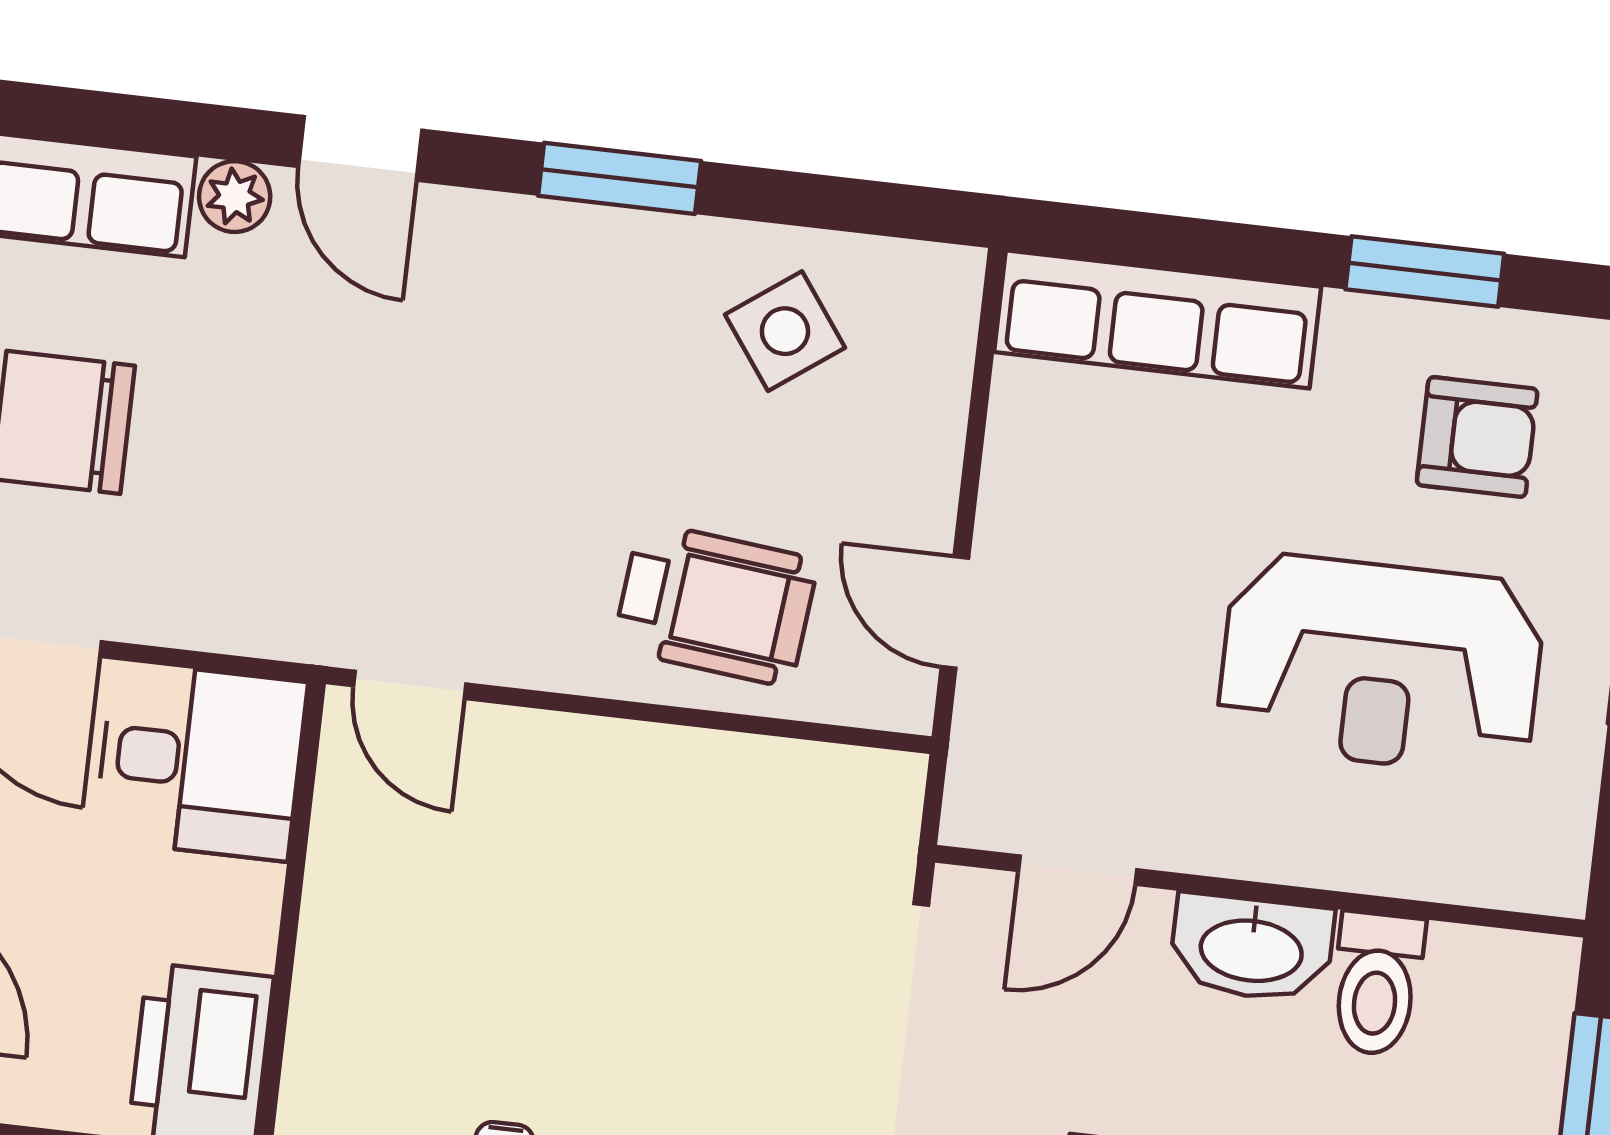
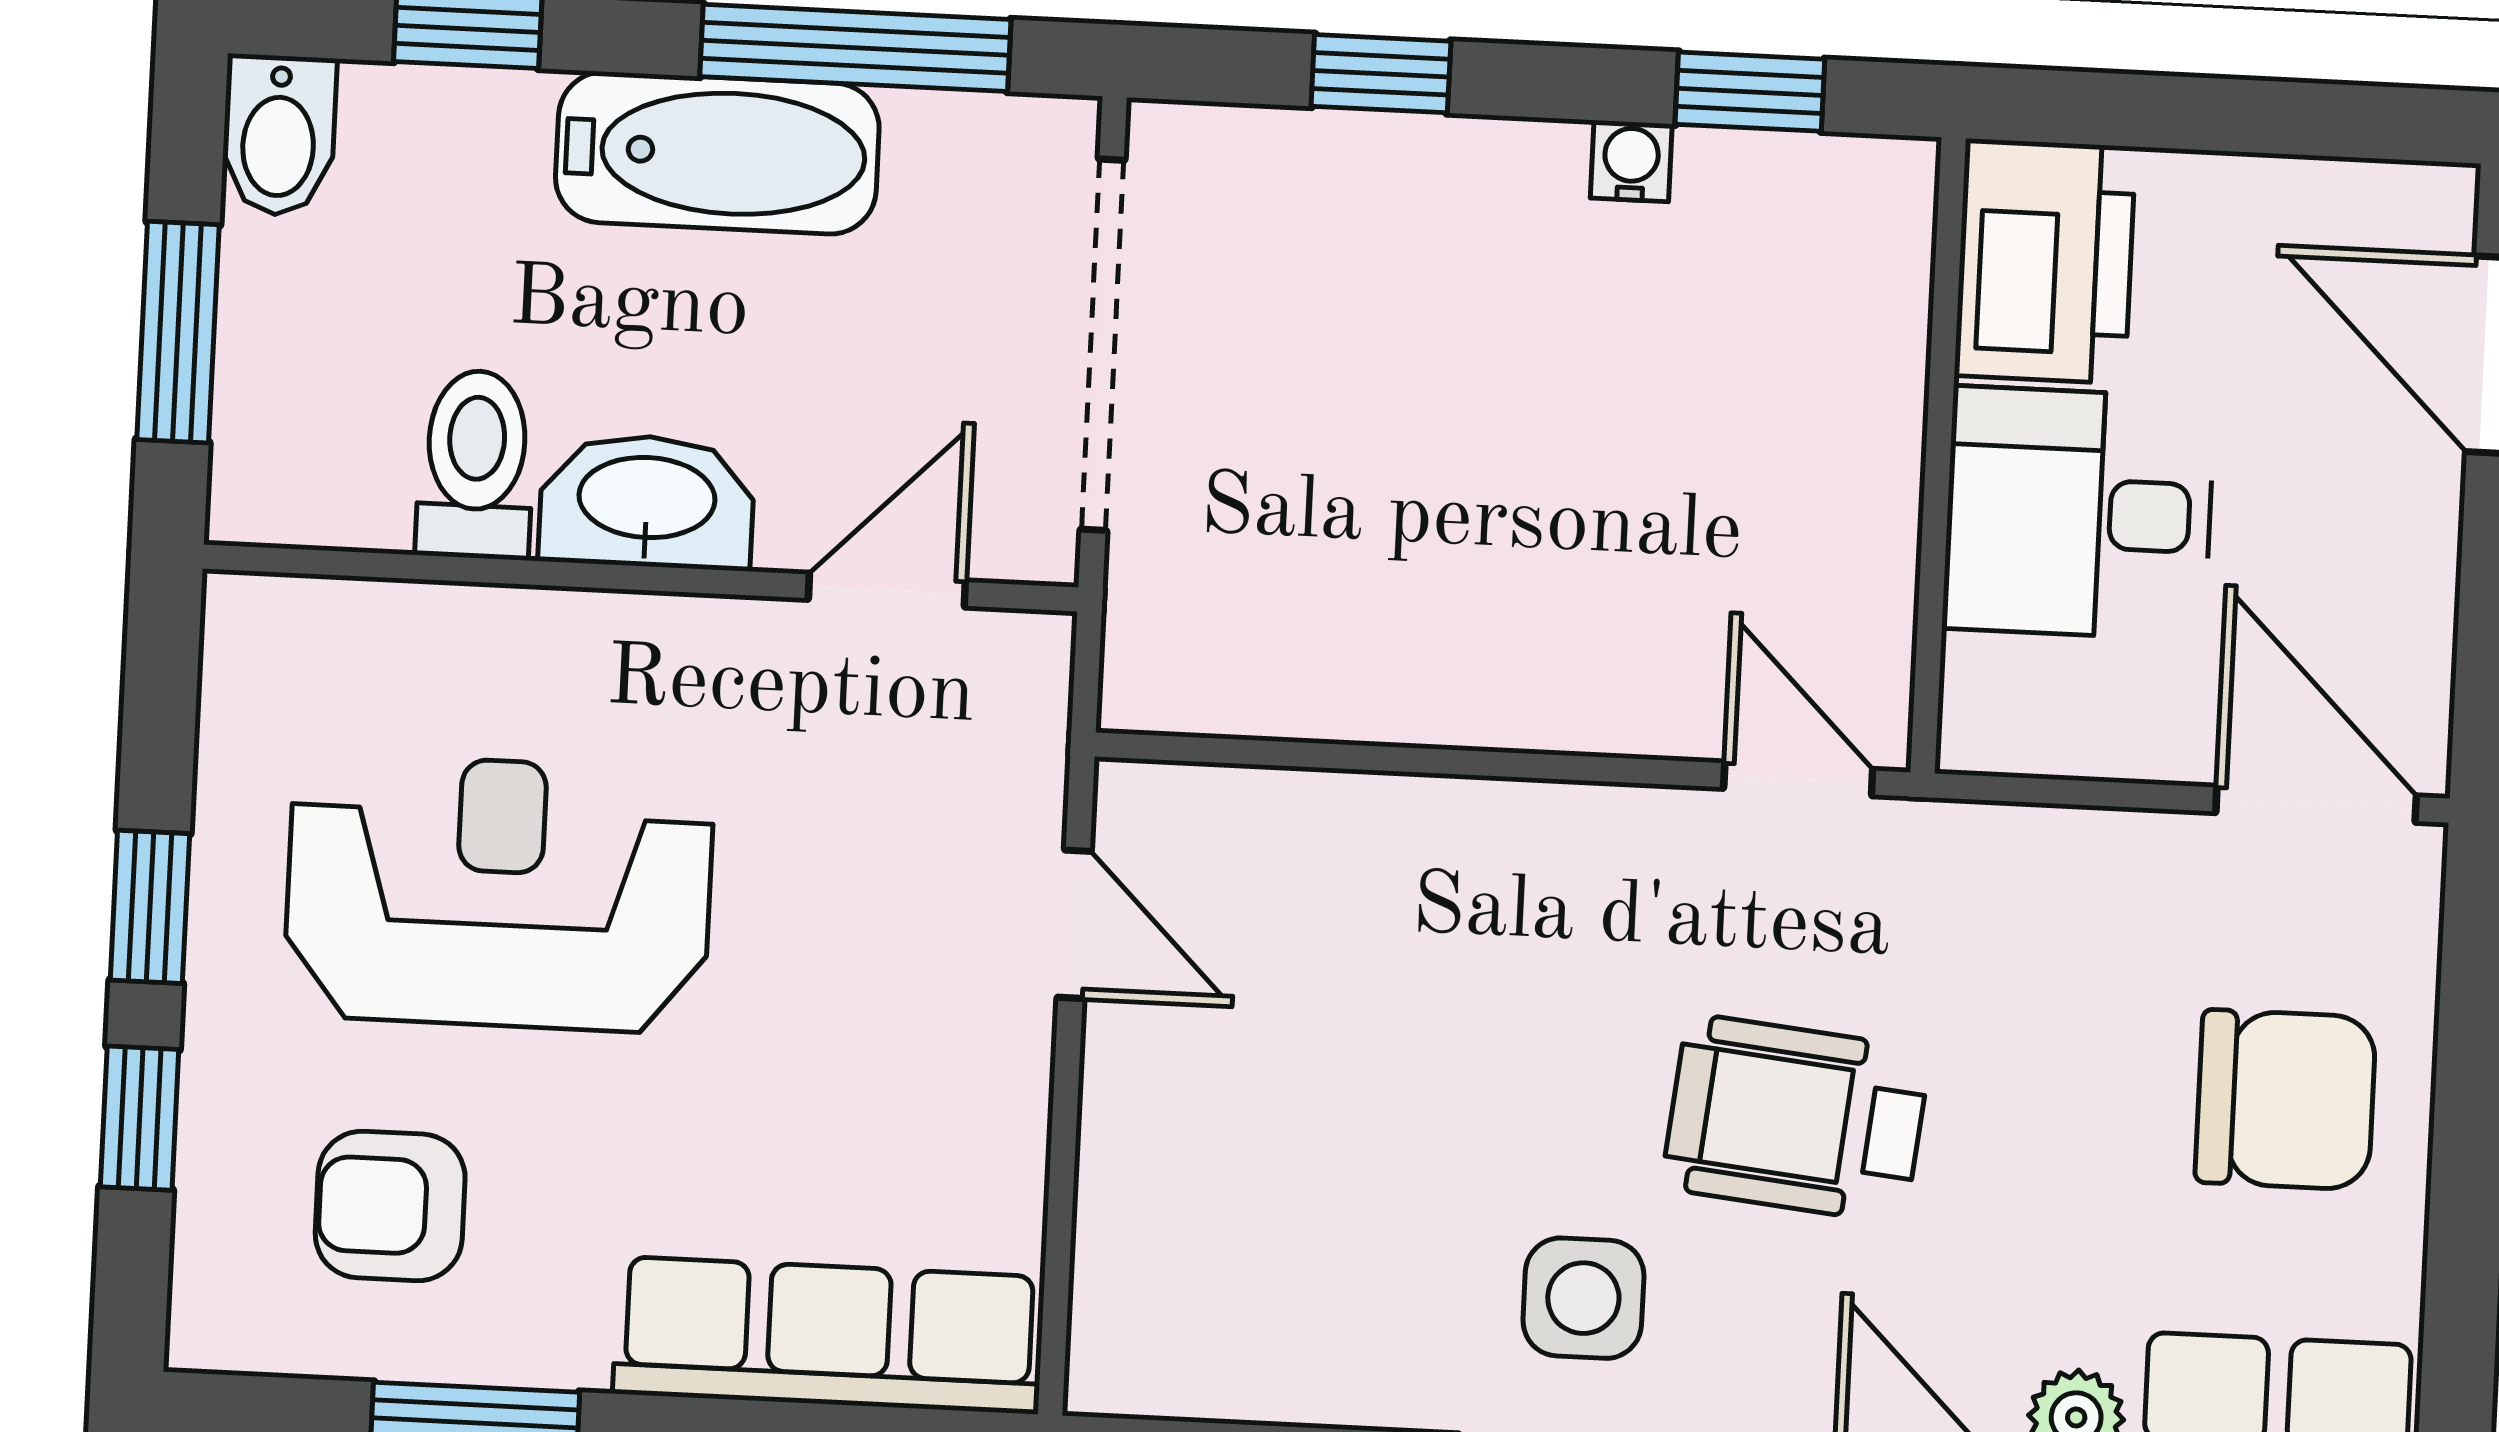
side table: (785, 331) -> (1583, 1298), moved, turned 36
wheelchair: (715, 604) -> (1796, 1119), moved
desk: (201, 761) -> (2079, 513), moved

